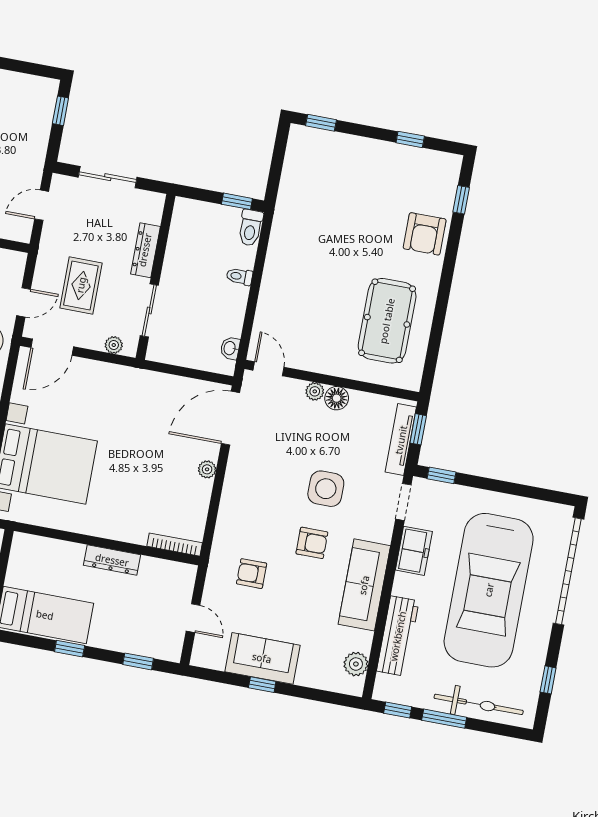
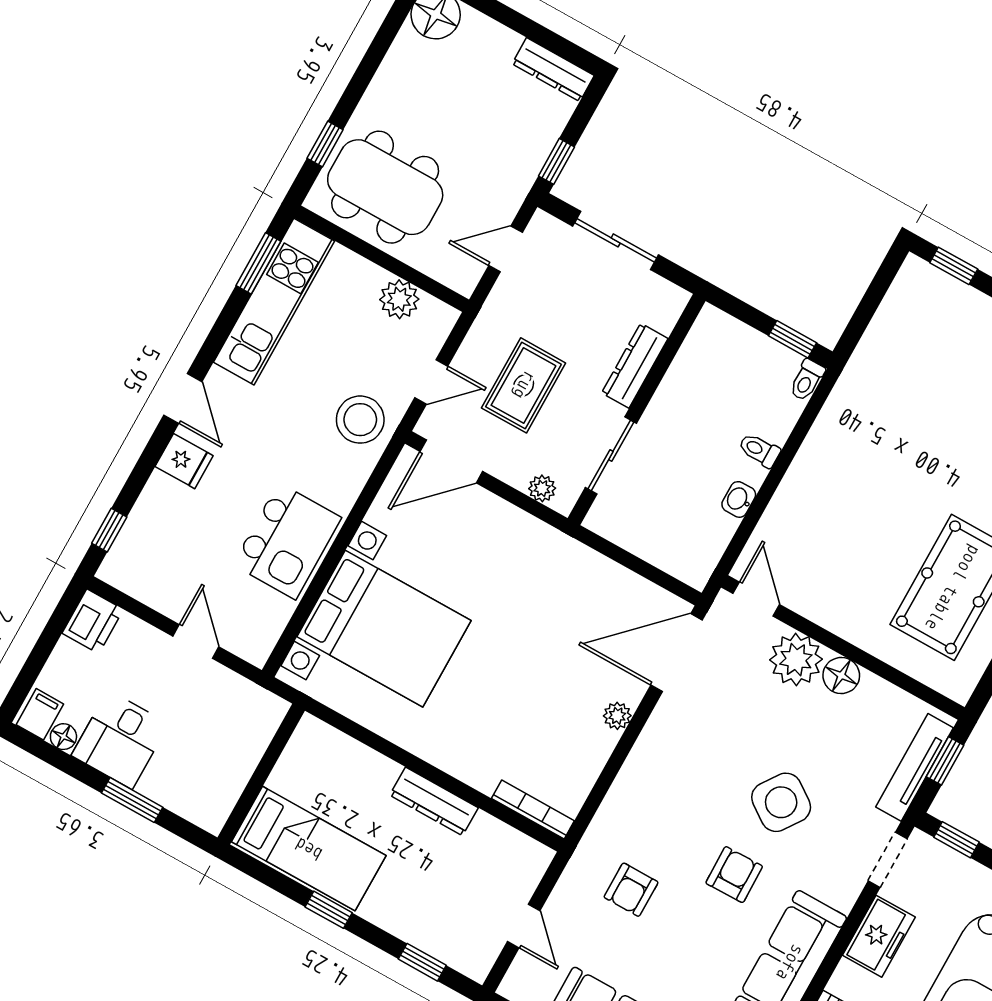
dresser: (34, 85) -> (553, 70), added
window: (60, 111) -> (557, 161), moved
toilet: (250, 228) -> (807, 380), width x0.73, depth x0.72
washbasin: (230, 348) -> (739, 499), moved
plant: (315, 391) -> (796, 660), width x1.88, depth x1.88
side table: (326, 489) -> (781, 802), turned 35
armchair: (312, 543) -> (734, 875), turned -91
armchair: (252, 574) -> (631, 890), turned -90

